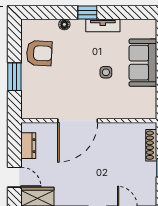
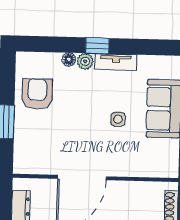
plant: (78, 26) -> (85, 61), added
armchair: (39, 53) -> (37, 94), turned -93

